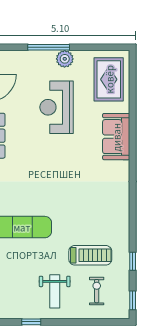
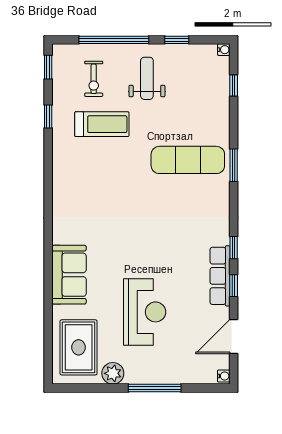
plant: (65, 59) -> (113, 373), moved
treadmill: (90, 255) -> (102, 124), turned 180
window: (81, 322) -> (114, 40), added

